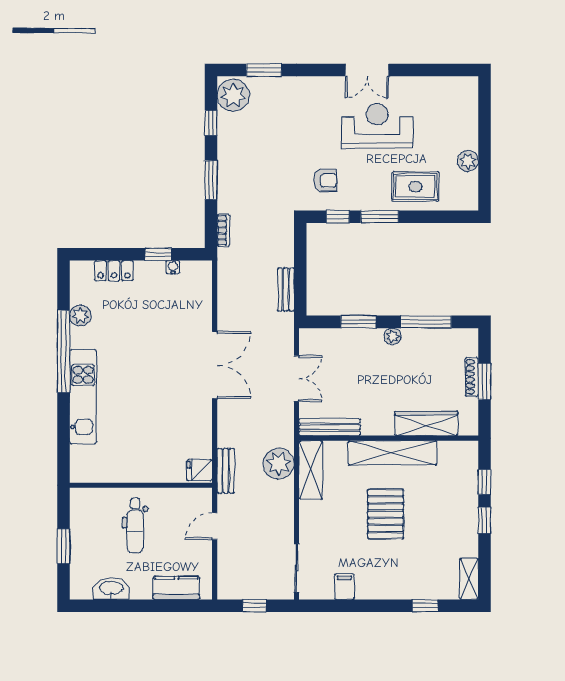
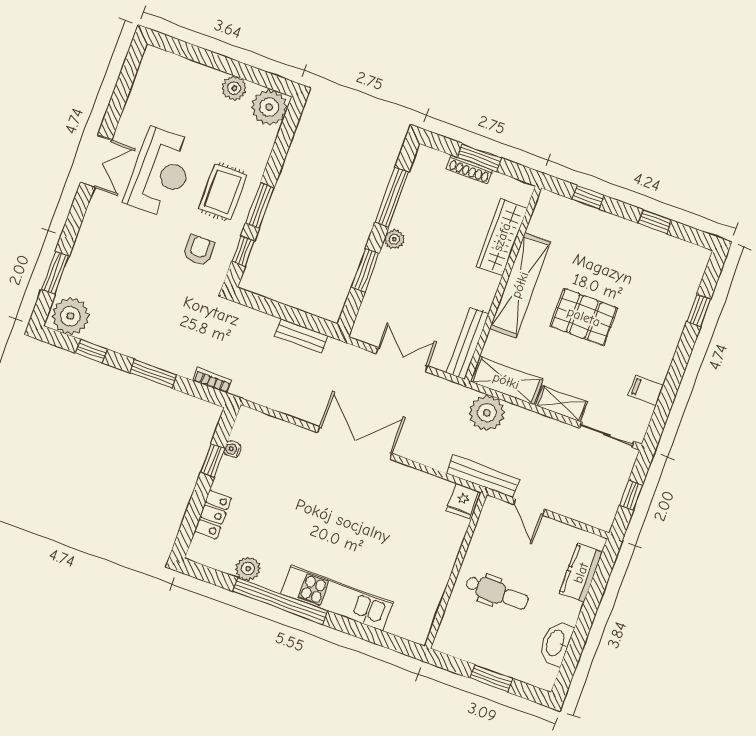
reception desk: (377, 126) -> (160, 172), turned 180
rug: (415, 187) -> (223, 192), moved
plant: (463, 195) -> (269, 107), added
bench: (226, 471) -> (483, 476), width x1.36
window: (484, 520) -> (655, 222), moved
shelving: (469, 579) -> (561, 404), moved

